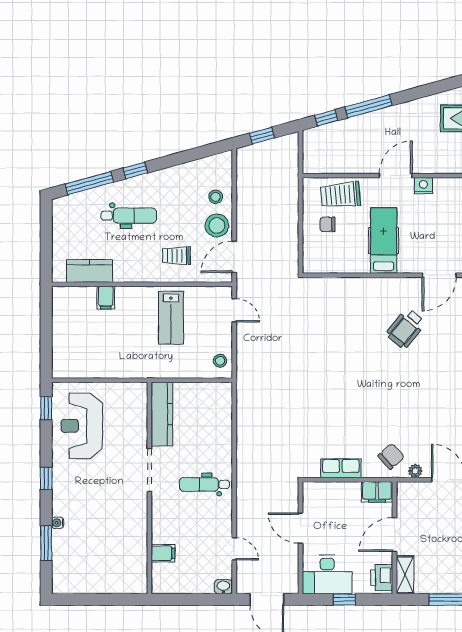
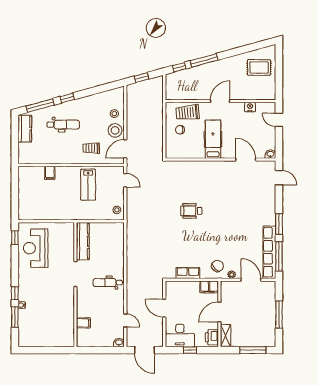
nightstand: (423, 186) -> (250, 107), moved
kitchen counter: (89, 271) -> (25, 129), moved, turned 90
door: (439, 275) -> (246, 160), swing flipped
wheelchair: (406, 329) -> (191, 211), moved, turned 51
window: (46, 478) -> (15, 293), moved

